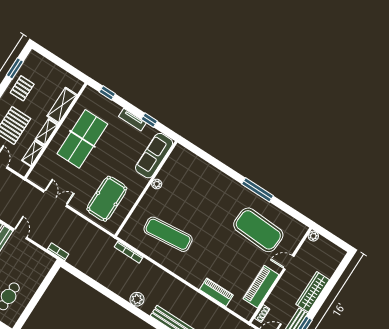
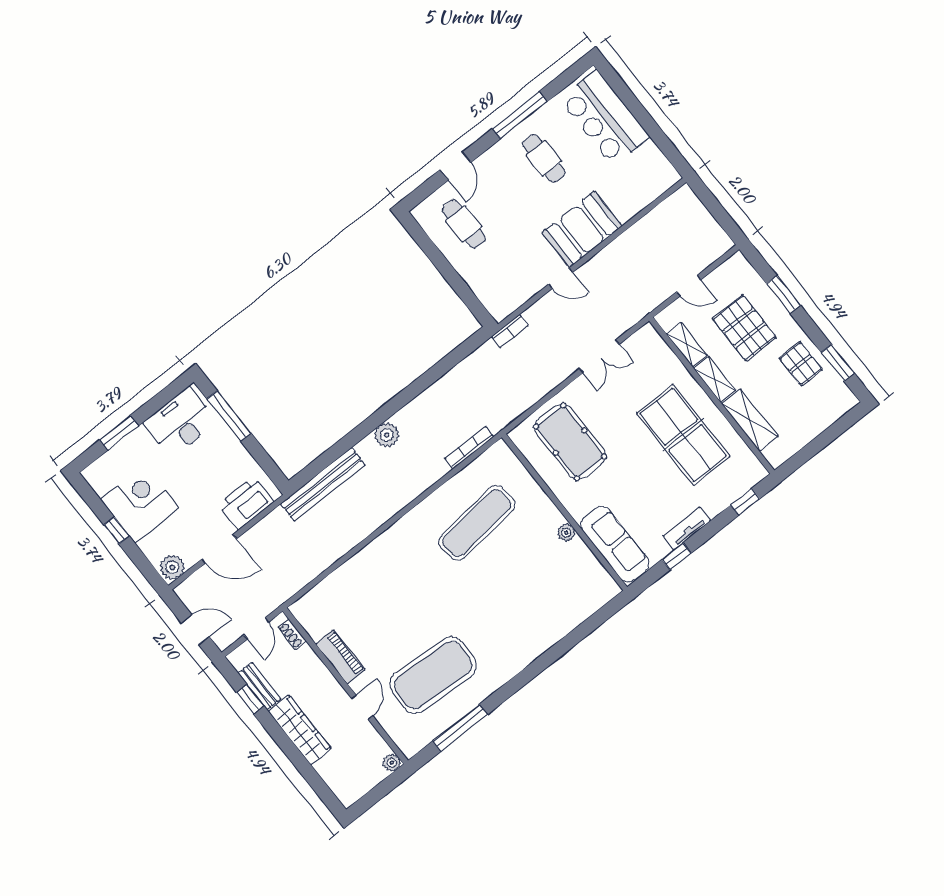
window: (258, 190) -> (460, 728), moved
piano: (261, 287) -> (340, 657), width x0.73, depth x0.75
piano: (216, 292) -> (353, 570), removed

